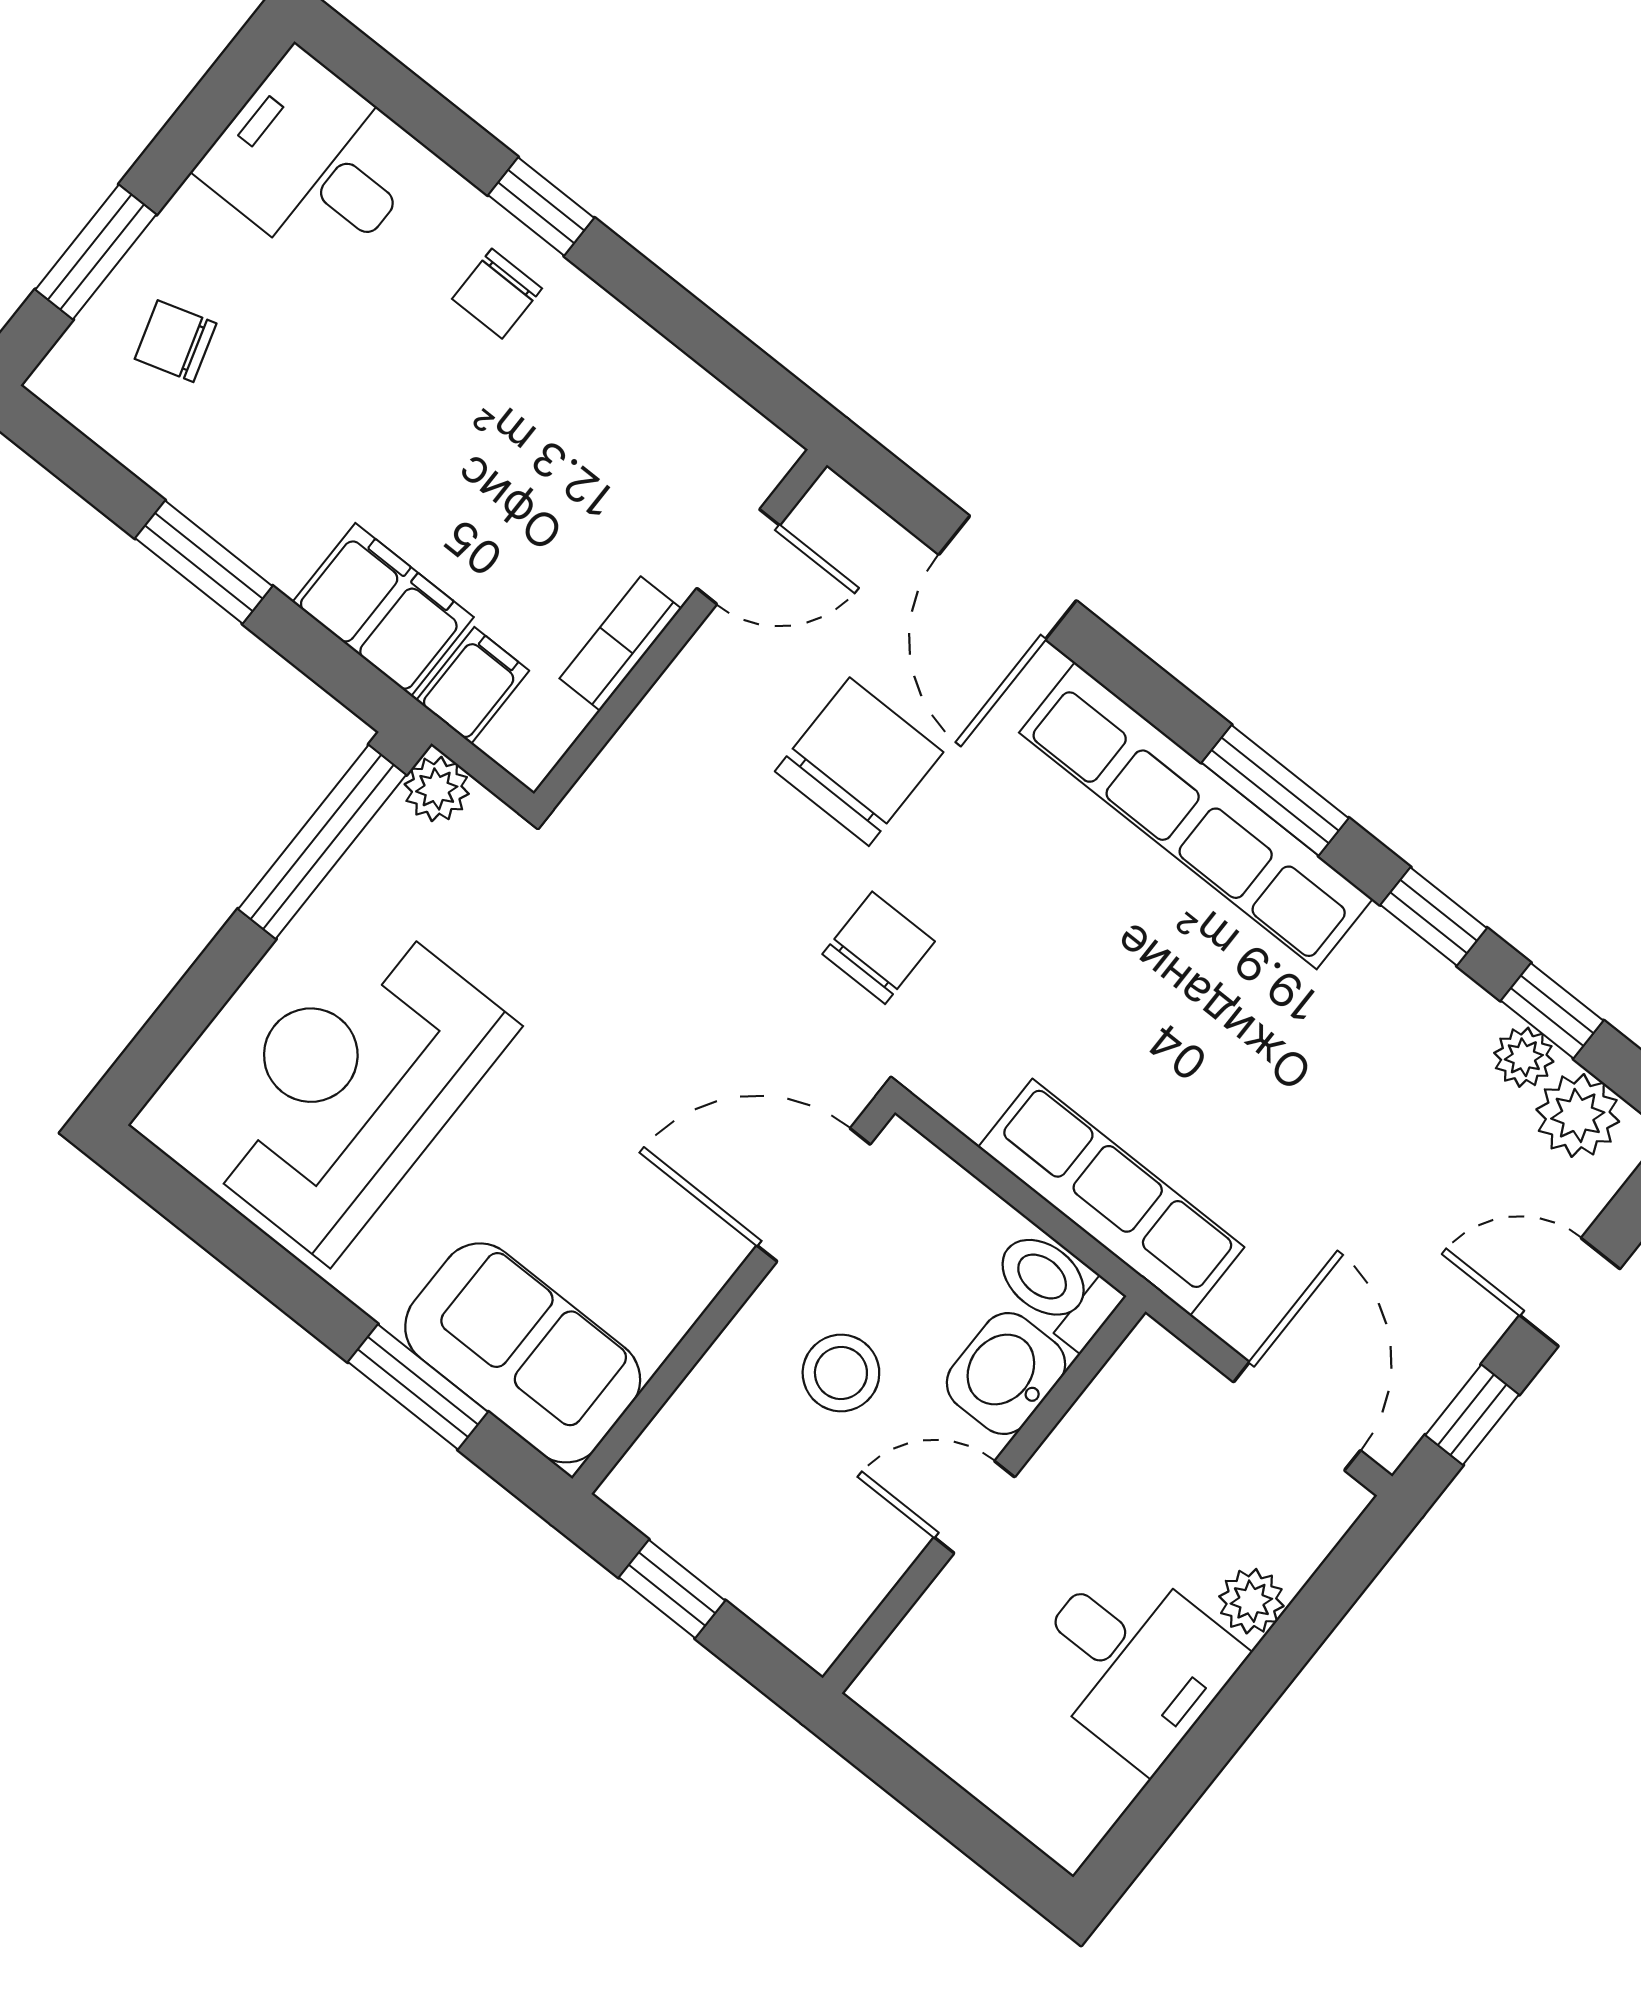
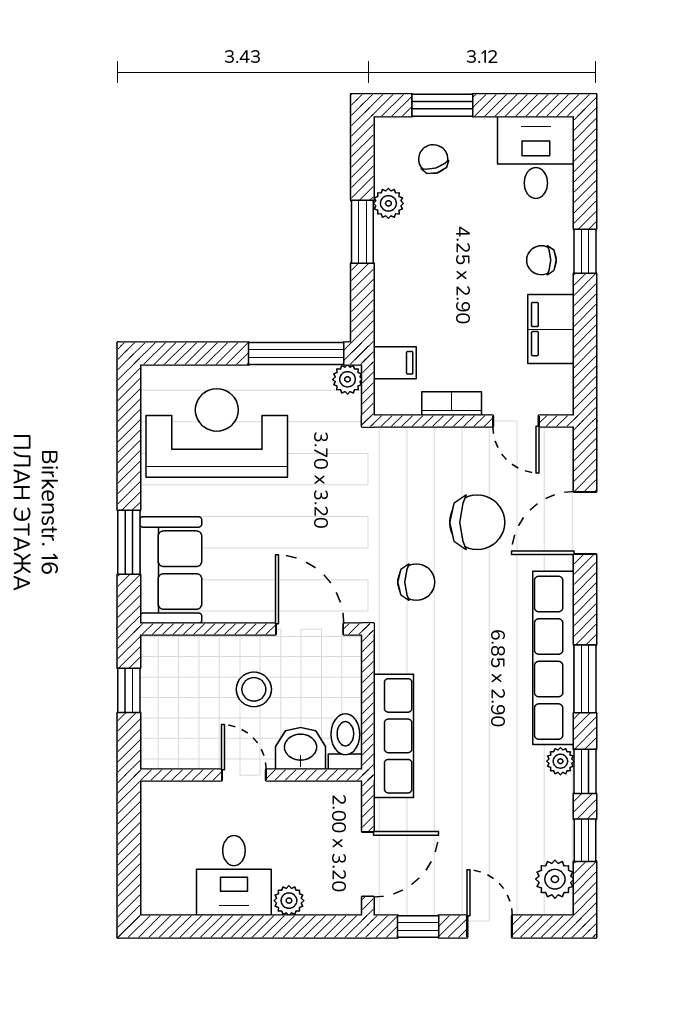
plant: (191, 479) -> (388, 203), added
filing cabinet: (383, 609) -> (551, 329), moved, turned 180
plant: (1524, 1057) -> (560, 761), moved

